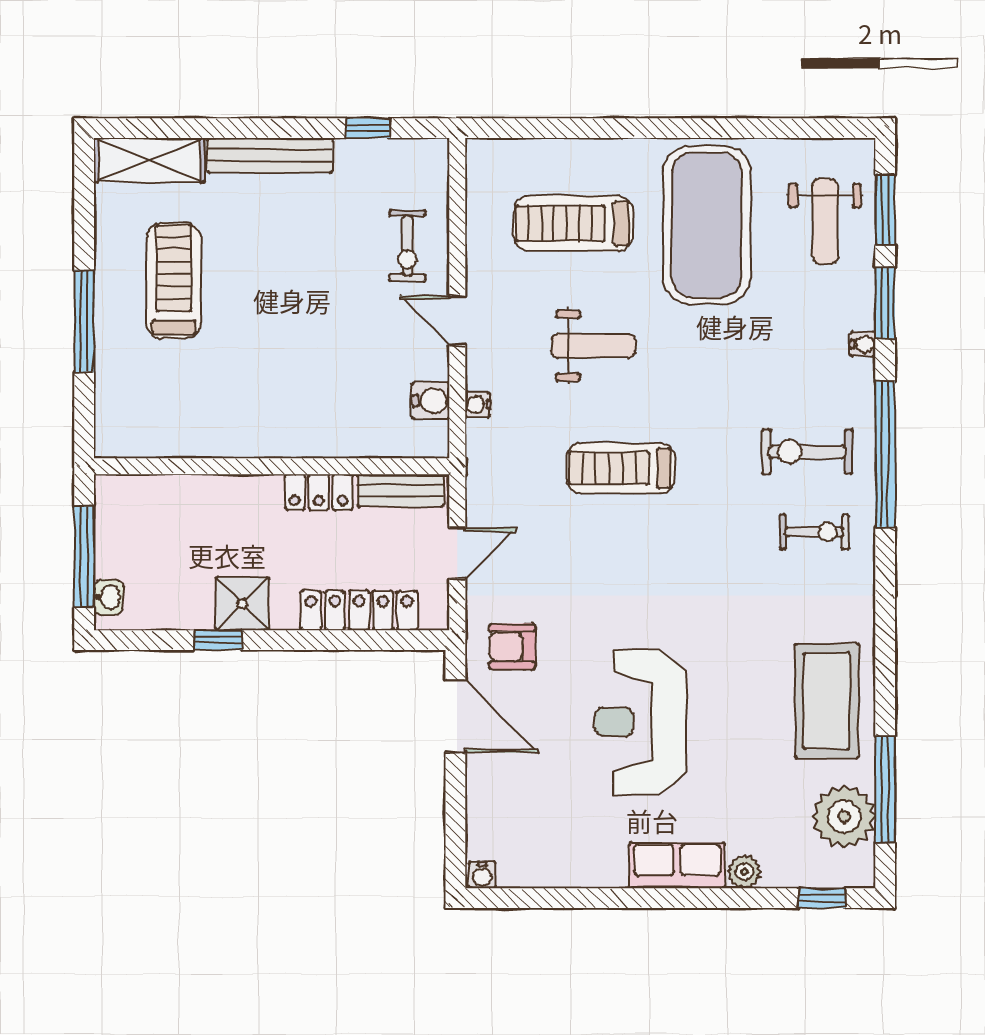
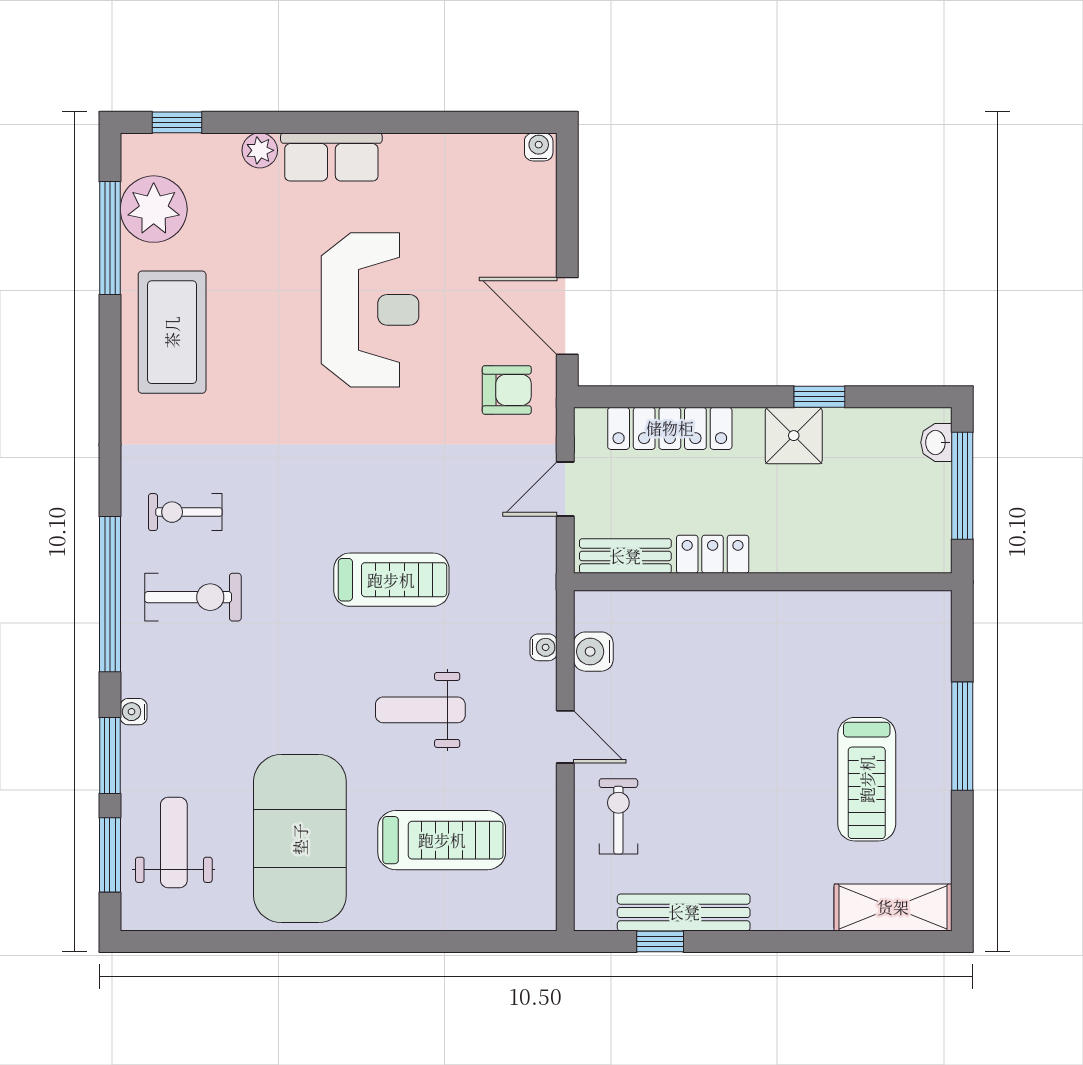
bench: (270, 155) -> (684, 912), moved

